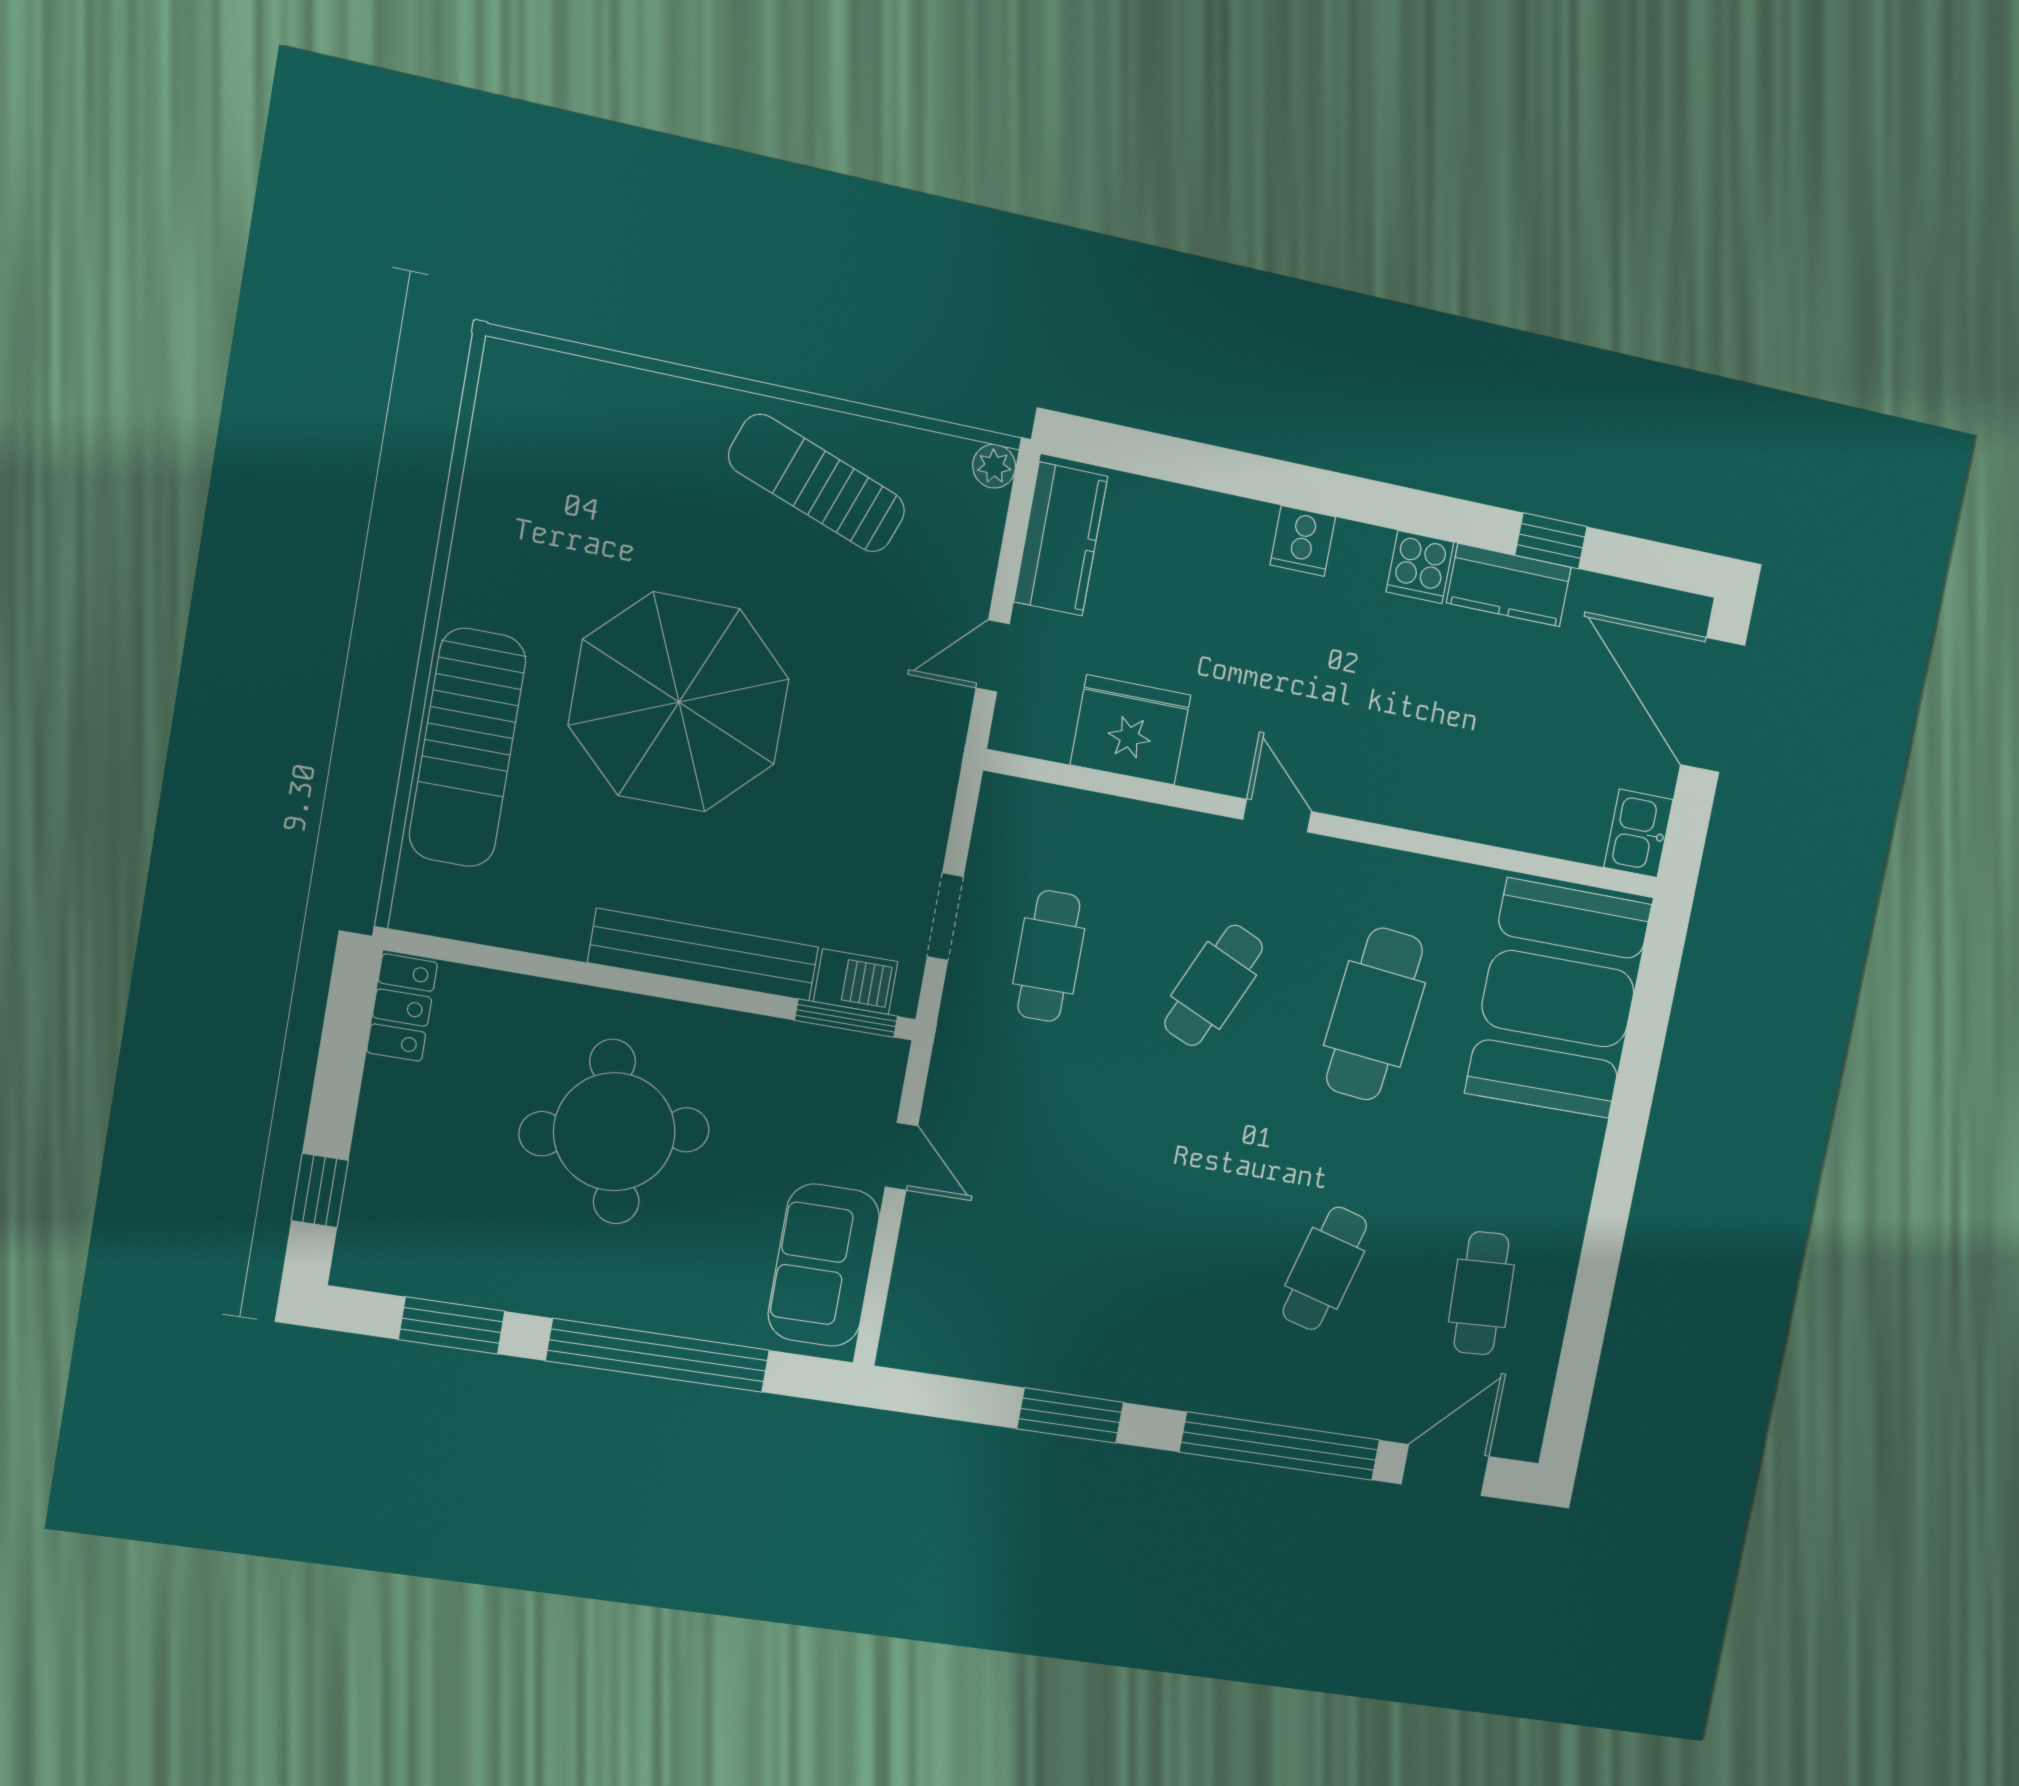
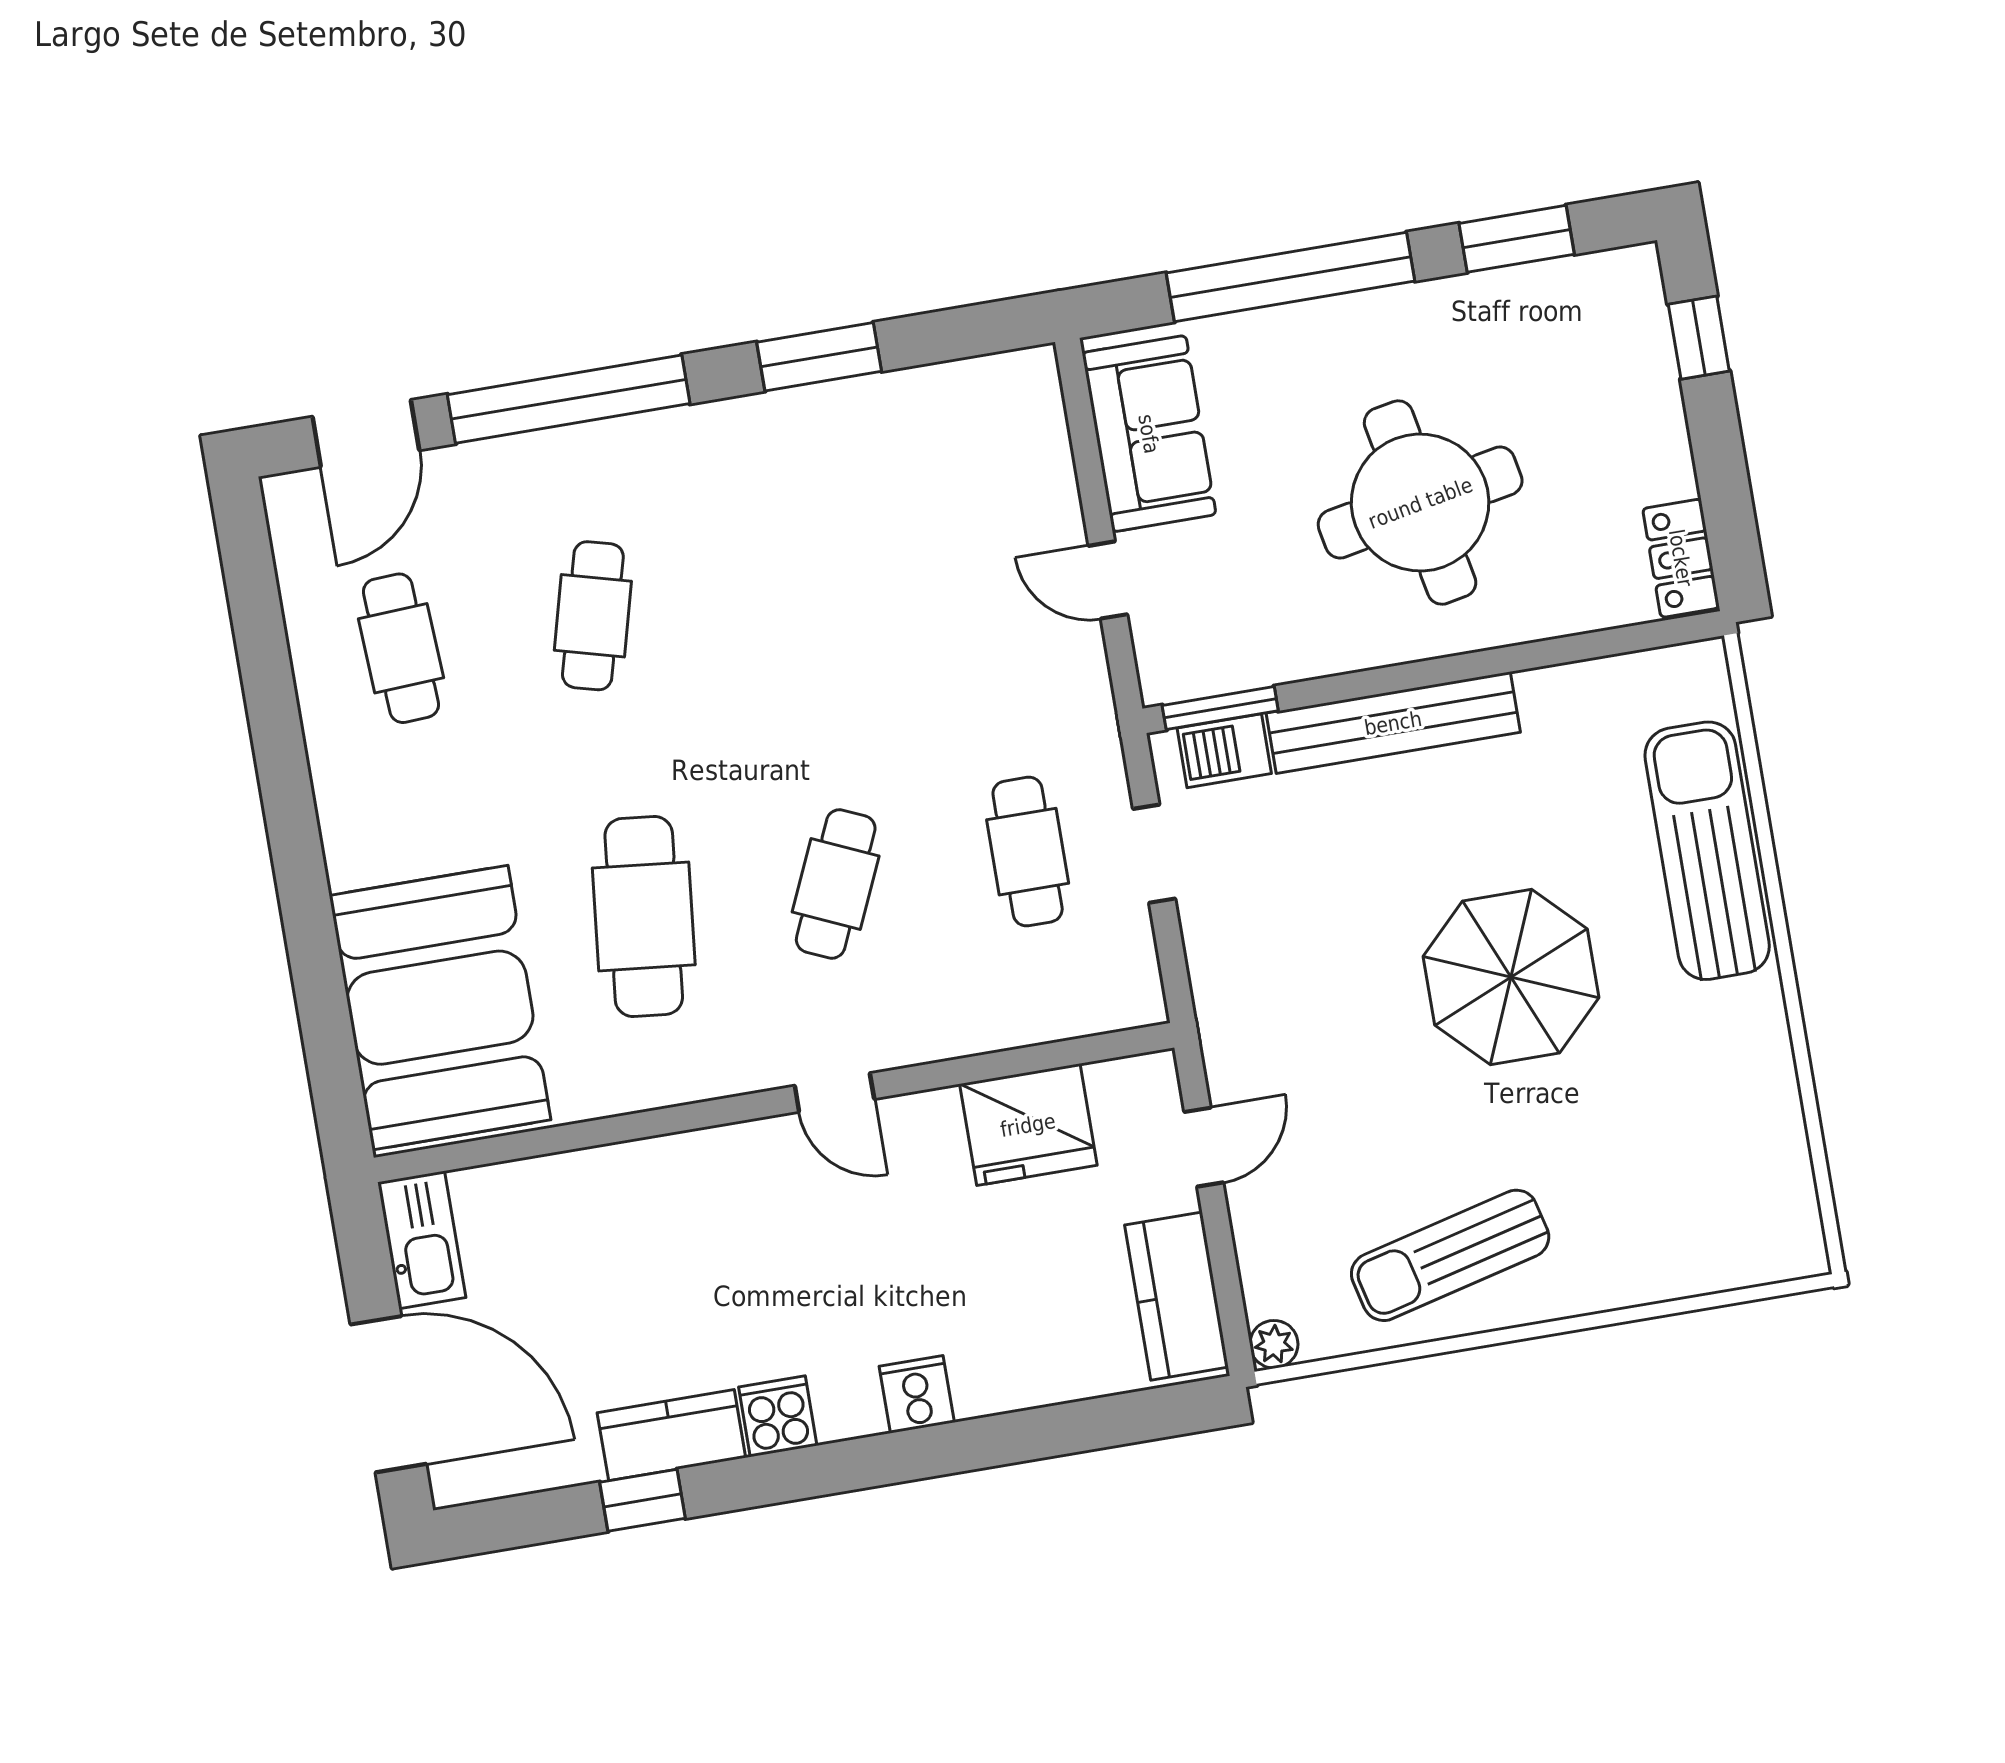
sun lounger: (817, 483) -> (1450, 1255), turned 146
parasol: (679, 702) -> (1511, 977), width x0.73, depth x0.73
kitchen sink: (1638, 833) -> (422, 1240), width x1.38

